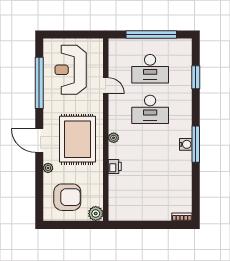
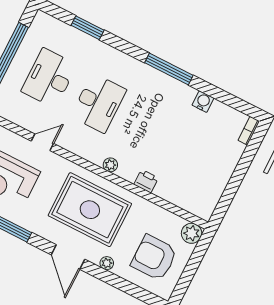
desk: (150, 69) -> (49, 78), turned 180
door: (39, 141) -> (68, 257), hinge flipped
water cooler: (186, 144) -> (203, 102), moved
armchair: (67, 197) -> (154, 258), turned -90

